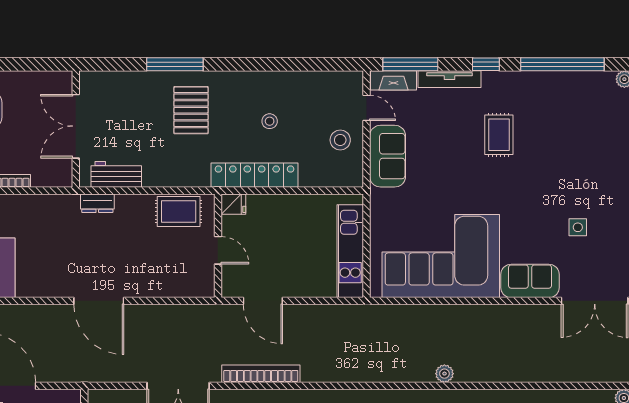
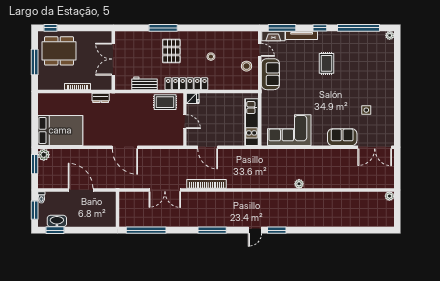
workbench: (116, 174) -> (145, 83), moved
locker: (254, 175) -> (186, 84), moved
dresser: (97, 203) -> (101, 98), moved
corner sofa: (441, 256) -> (289, 130), width x0.73, depth x0.74

